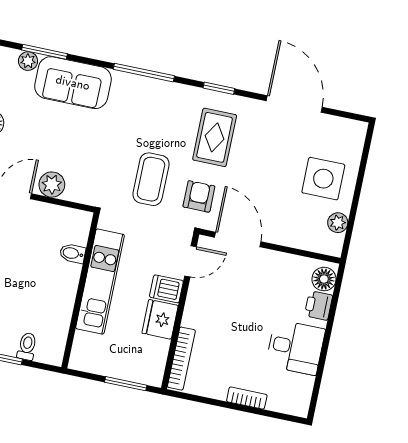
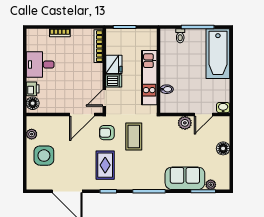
armchair: (199, 196) -> (107, 133), turned 90
door: (238, 239) -> (82, 114), hinge flipped

